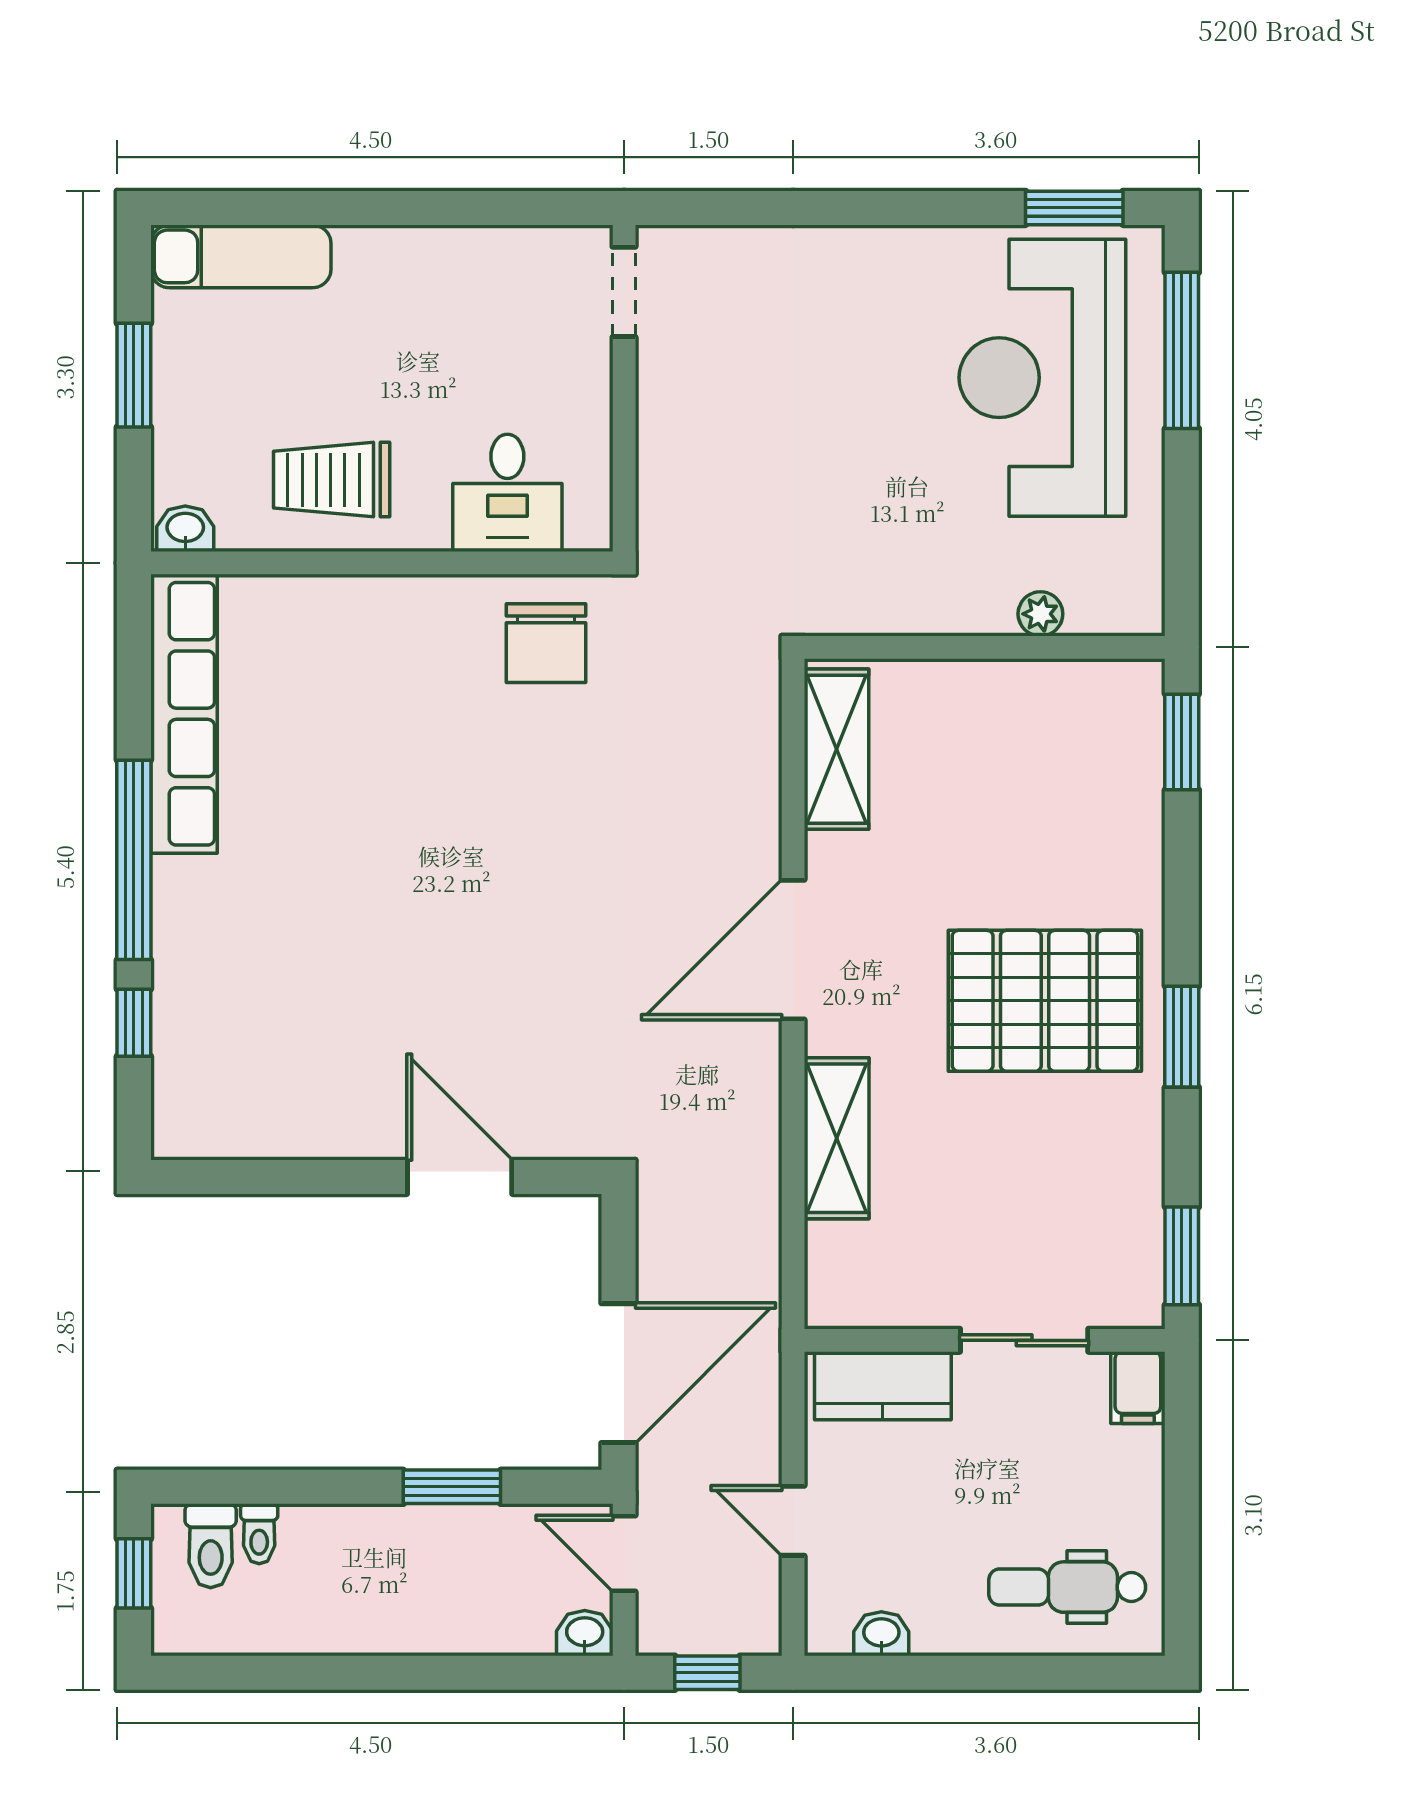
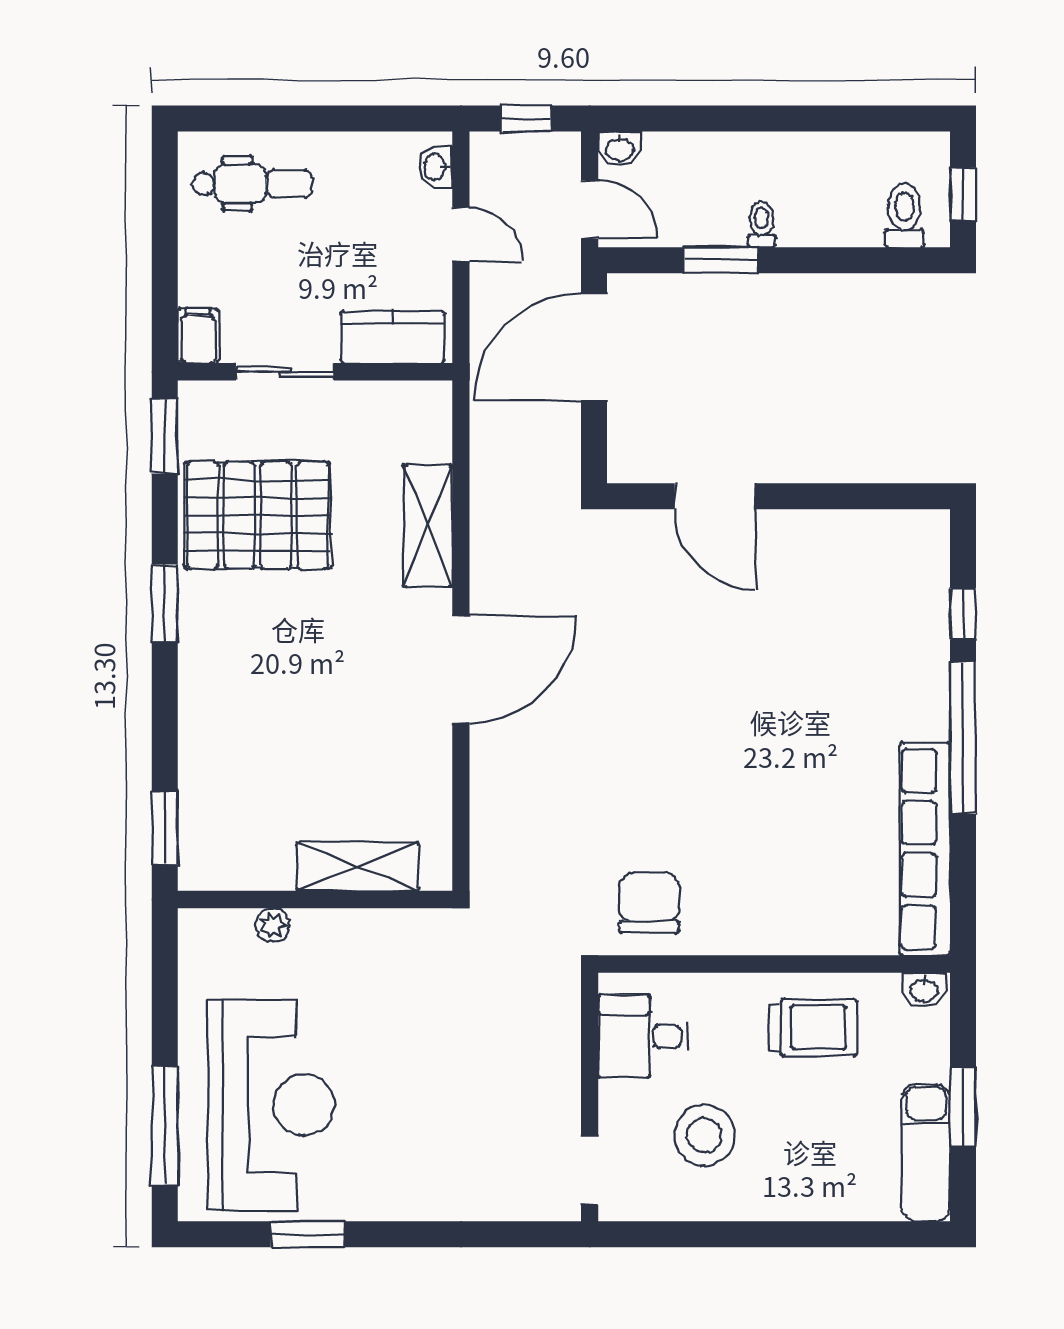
window: (1074, 208) -> (308, 1234), moved
exam couch: (241, 256) -> (926, 1153), moved, turned -90
stool: (473, 338) -> (705, 1135), added
desk: (507, 493) -> (643, 1036), moved, turned -90
shelving: (836, 749) -> (358, 867), moved, turned 90
pallet: (1045, 1001) -> (257, 515), moved
toilet: (259, 1534) -> (762, 224), moved
washbasin: (881, 1634) -> (435, 167), moved, turned 90

